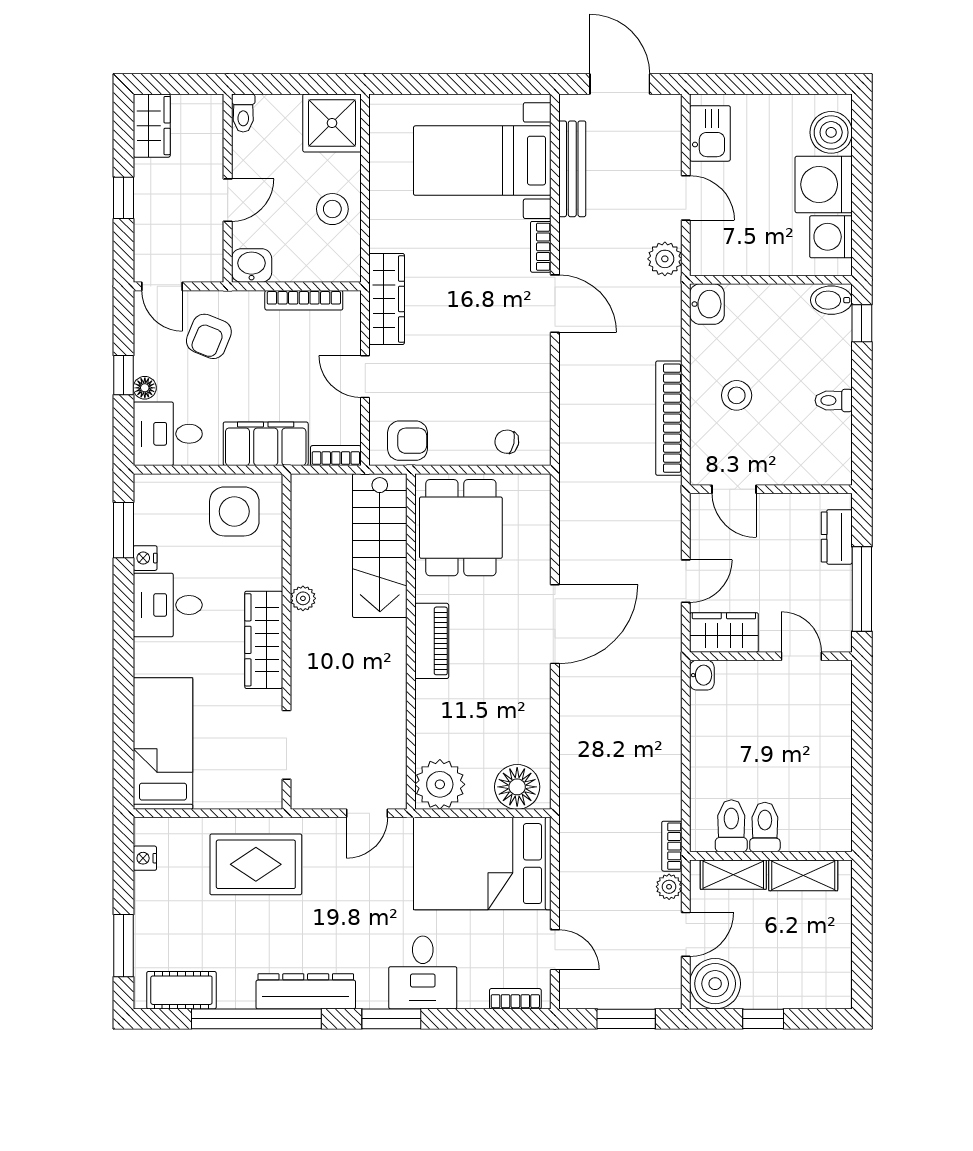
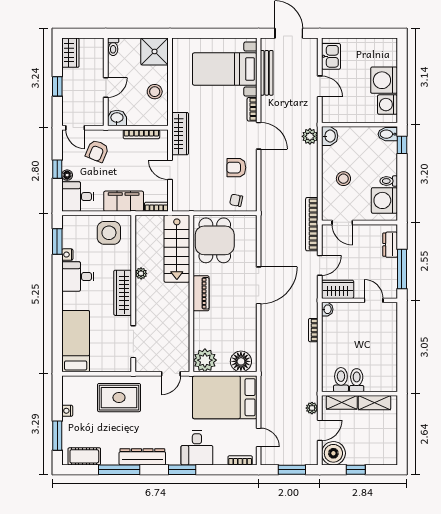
boiler: (831, 132) -> (388, 56), removed
plant: (665, 259) -> (310, 136), moved
bookcase: (669, 418) -> (312, 224), moved
armchair: (407, 441) -> (236, 168), moved, turned 180
washing machine: (824, 442) -> (384, 200), added
bookcase: (672, 846) -> (313, 330), moved
nightstand: (145, 858) -> (67, 411), moved
window: (256, 1019) -> (119, 470), width x0.68

